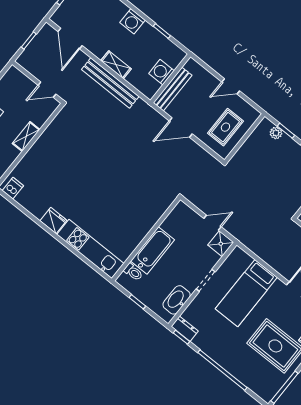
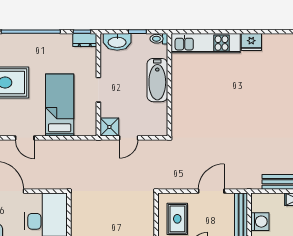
toilet: (133, 272) -> (159, 39), moved
washbasin: (177, 300) -> (117, 42), moved, turned 90

